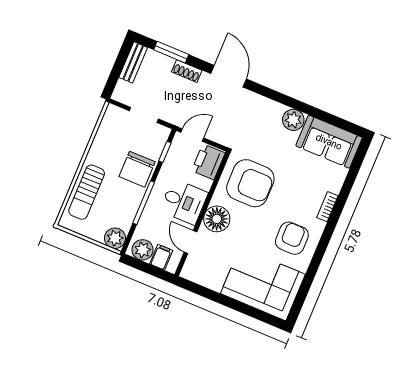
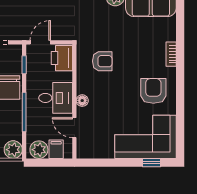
armchair: (250, 183) -> (102, 61), width x0.53, depth x0.53
floor lamp: (217, 219) -> (82, 101), width x0.53, depth x0.53
window: (258, 314) -> (152, 163), added

